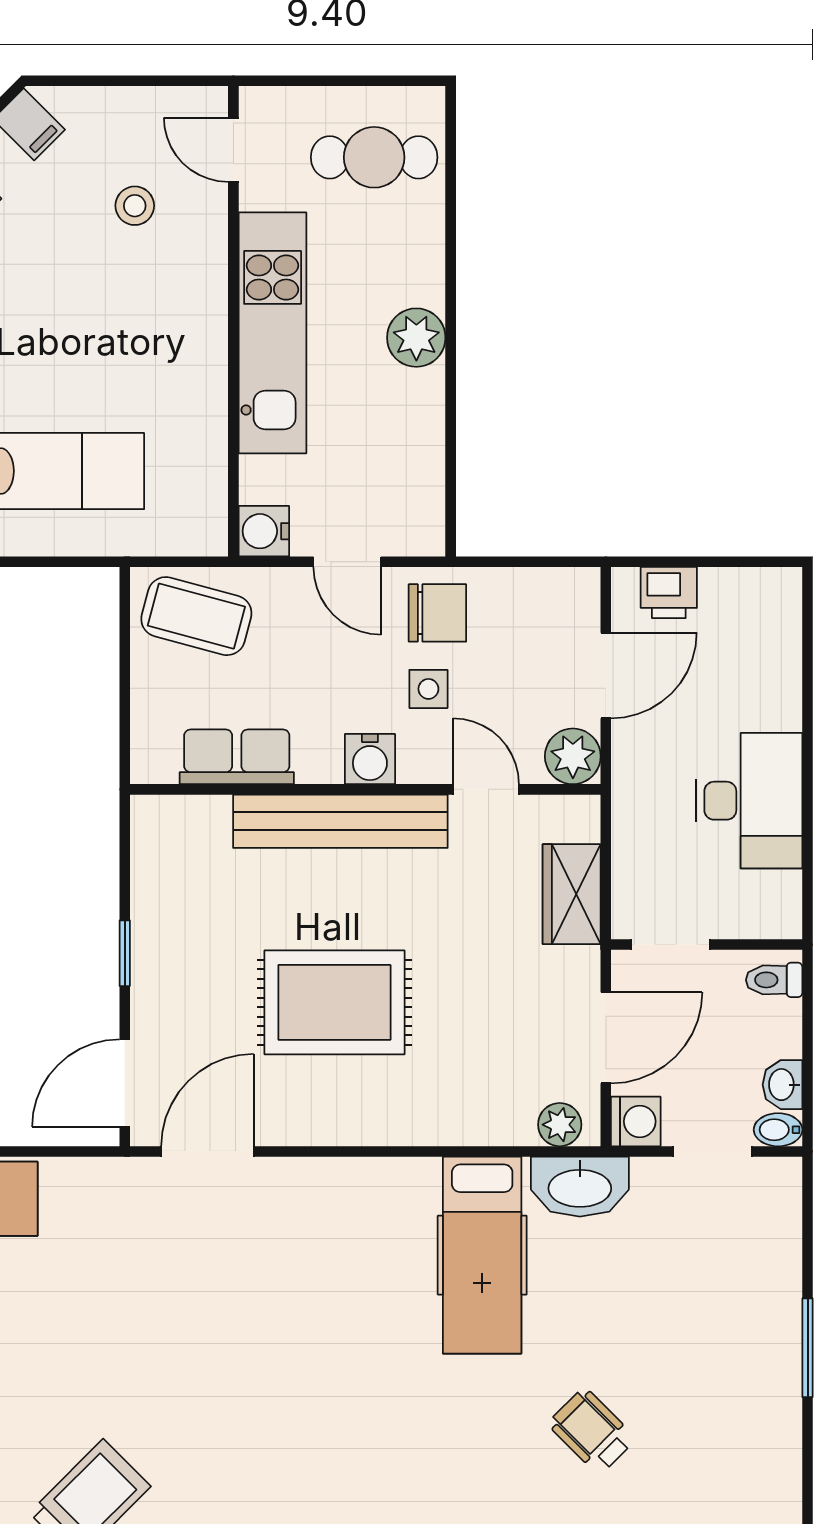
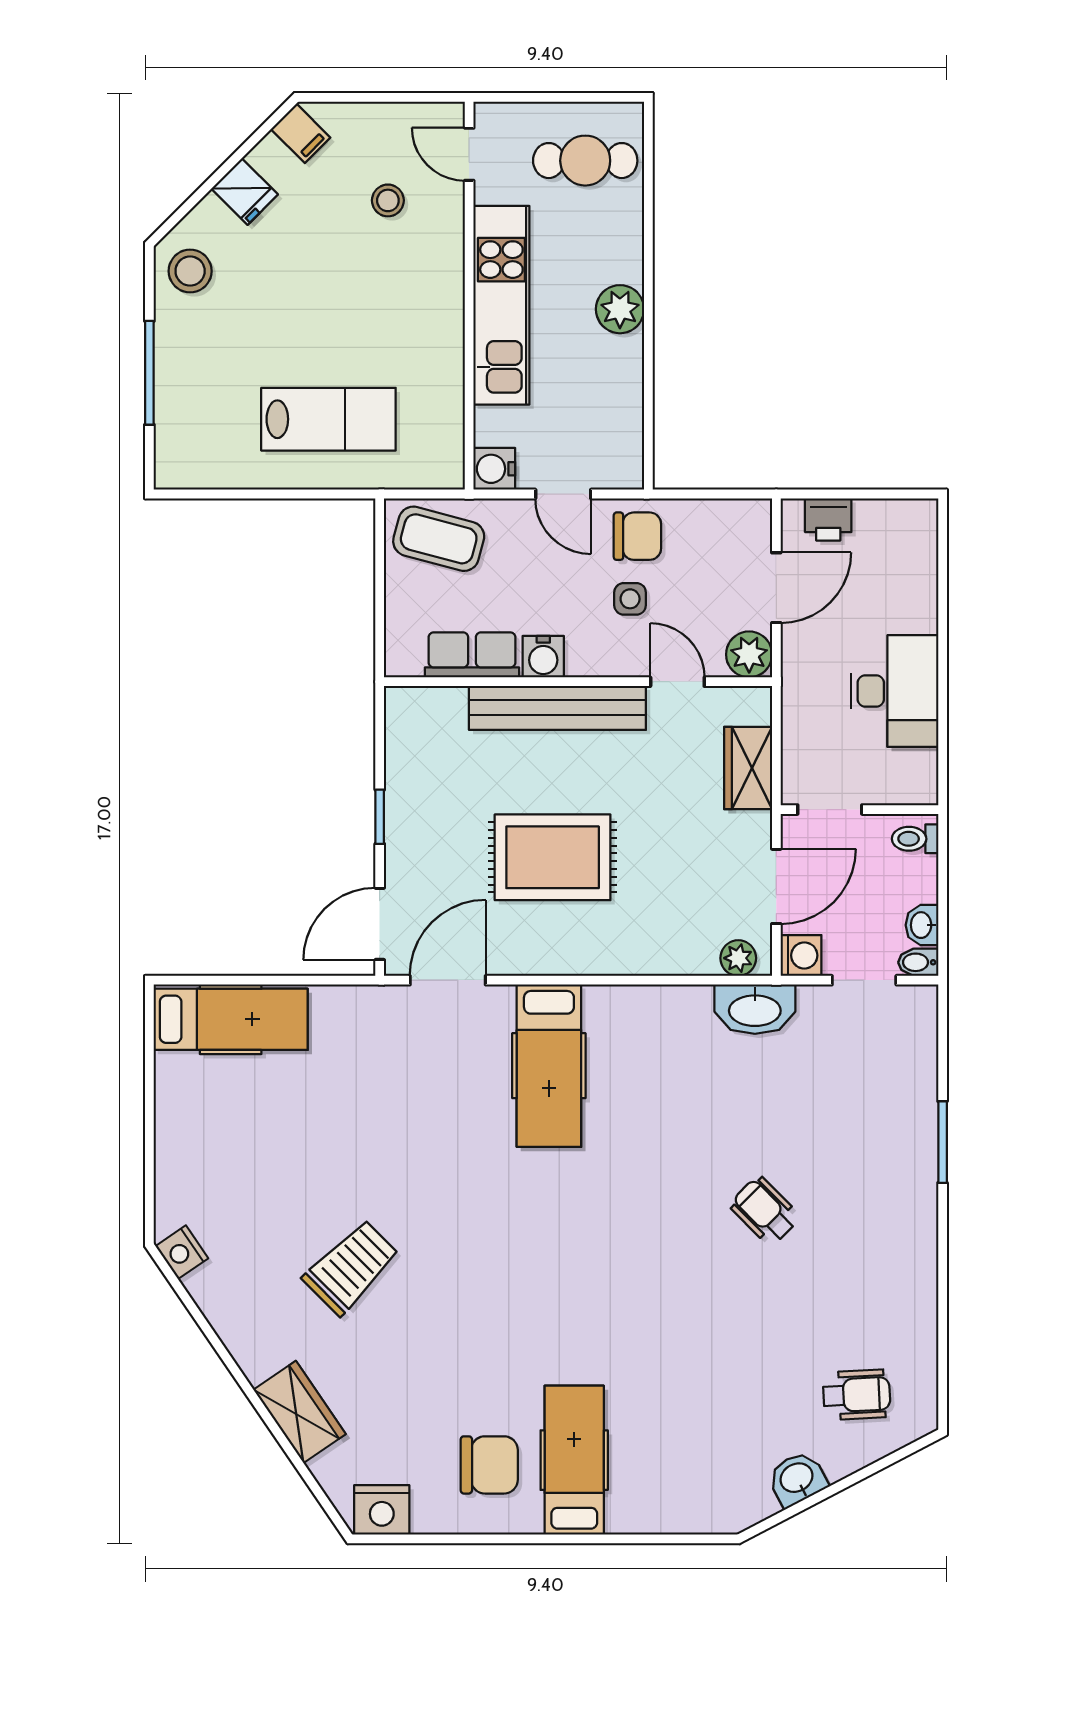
water cooler: (370, 759) -> (543, 657), moved
hospital bed: (482, 1255) -> (549, 1066), moved

